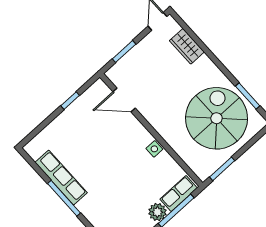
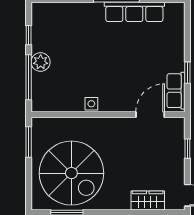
window: (124, 51) -> (187, 149), width x0.67
row of seats: (179, 194) -> (176, 91), moved, turned 180

